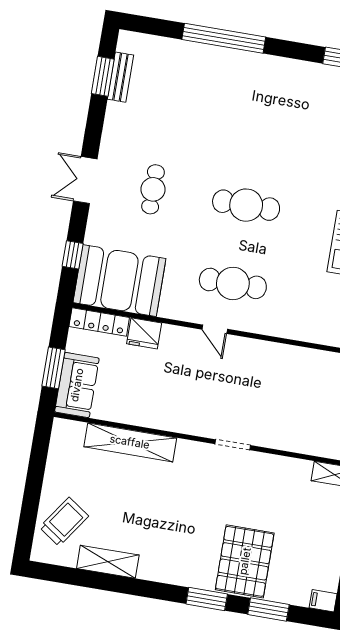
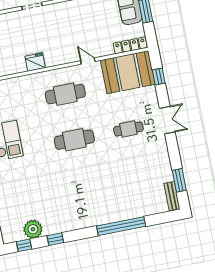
bench: (120, 77) -> (172, 196), moved
cafe table: (153, 189) -> (128, 129), turned 90
door: (215, 329) -> (88, 61), moved
fridge: (144, 333) -> (35, 62), moved

